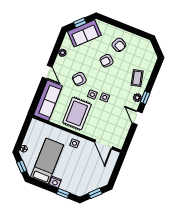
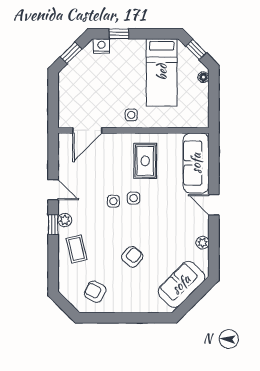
window: (80, 23) -> (194, 298), removed
armchair: (119, 45) -> (95, 292), moved
armchair: (79, 79) -> (162, 213), removed
rug: (77, 113) -> (145, 161), width x0.73, depth x0.70
door: (104, 144) -> (87, 130), swing flipped
nightstand: (55, 182) -> (101, 46), moved

